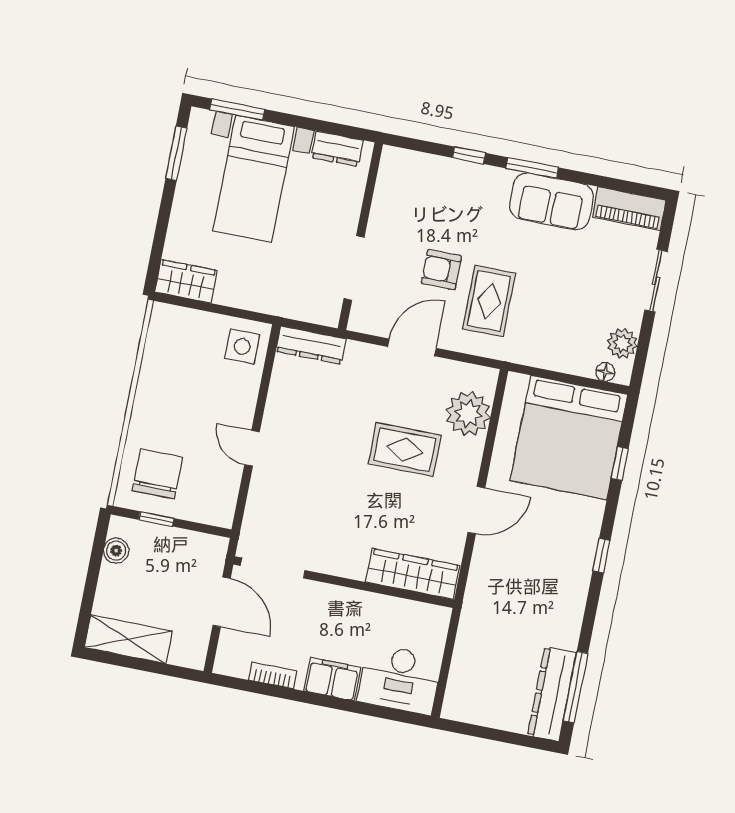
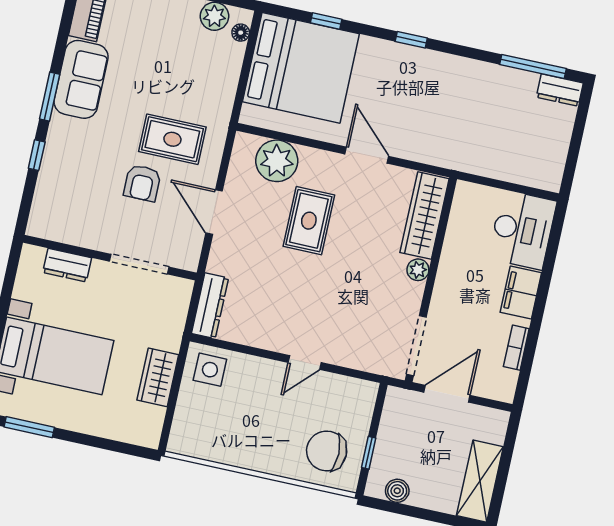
dresser: (337, 149) -> (67, 265), moved, turned 90
wardrobe: (186, 281) -> (158, 377), moved
plant: (354, 568) -> (418, 270), added
dresser: (552, 694) -> (560, 90), width x0.51, depth x0.80

